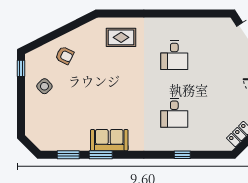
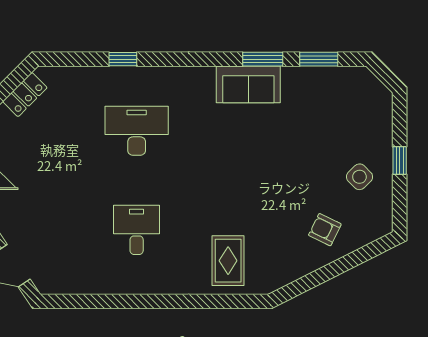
rug: (121, 37) -> (228, 261), turned 90
window: (21, 68) -> (400, 161), moved
desk: (174, 113) -> (137, 131), width x1.37

